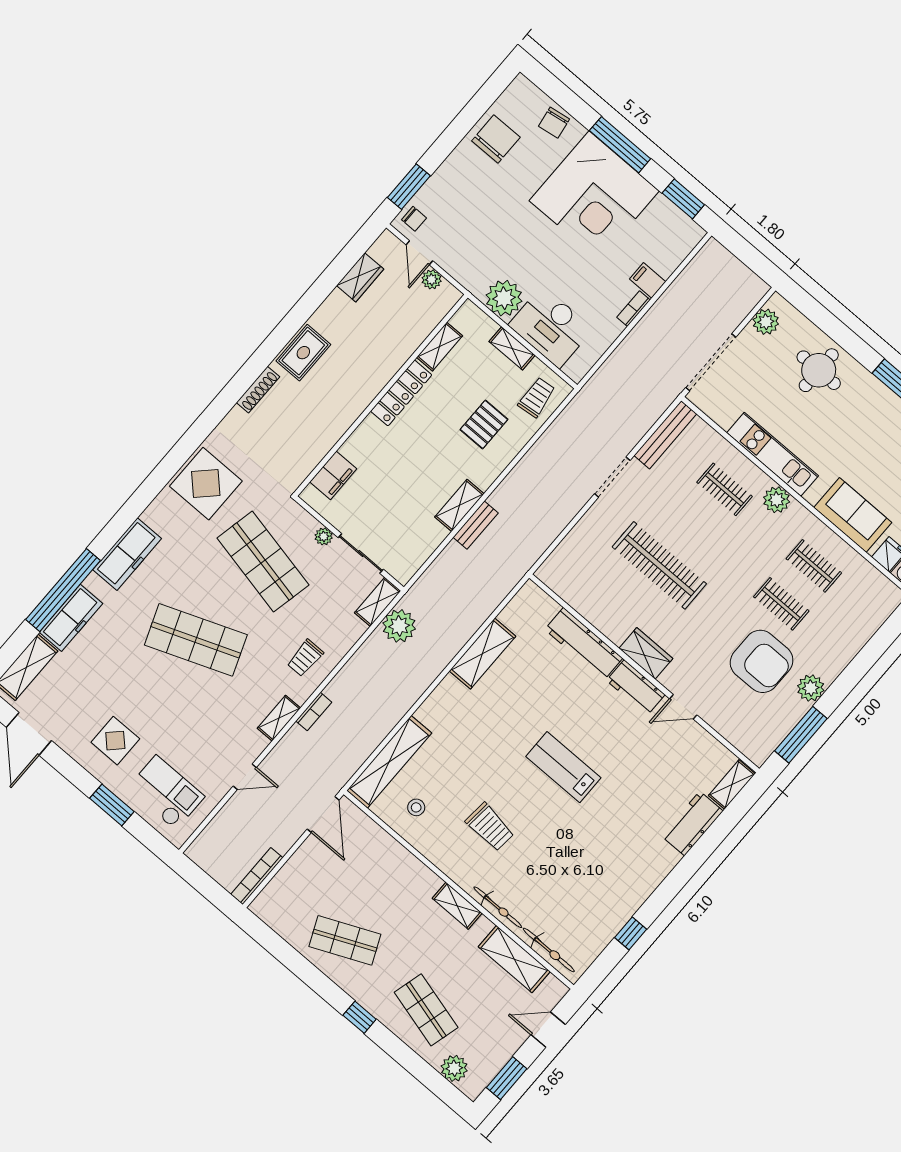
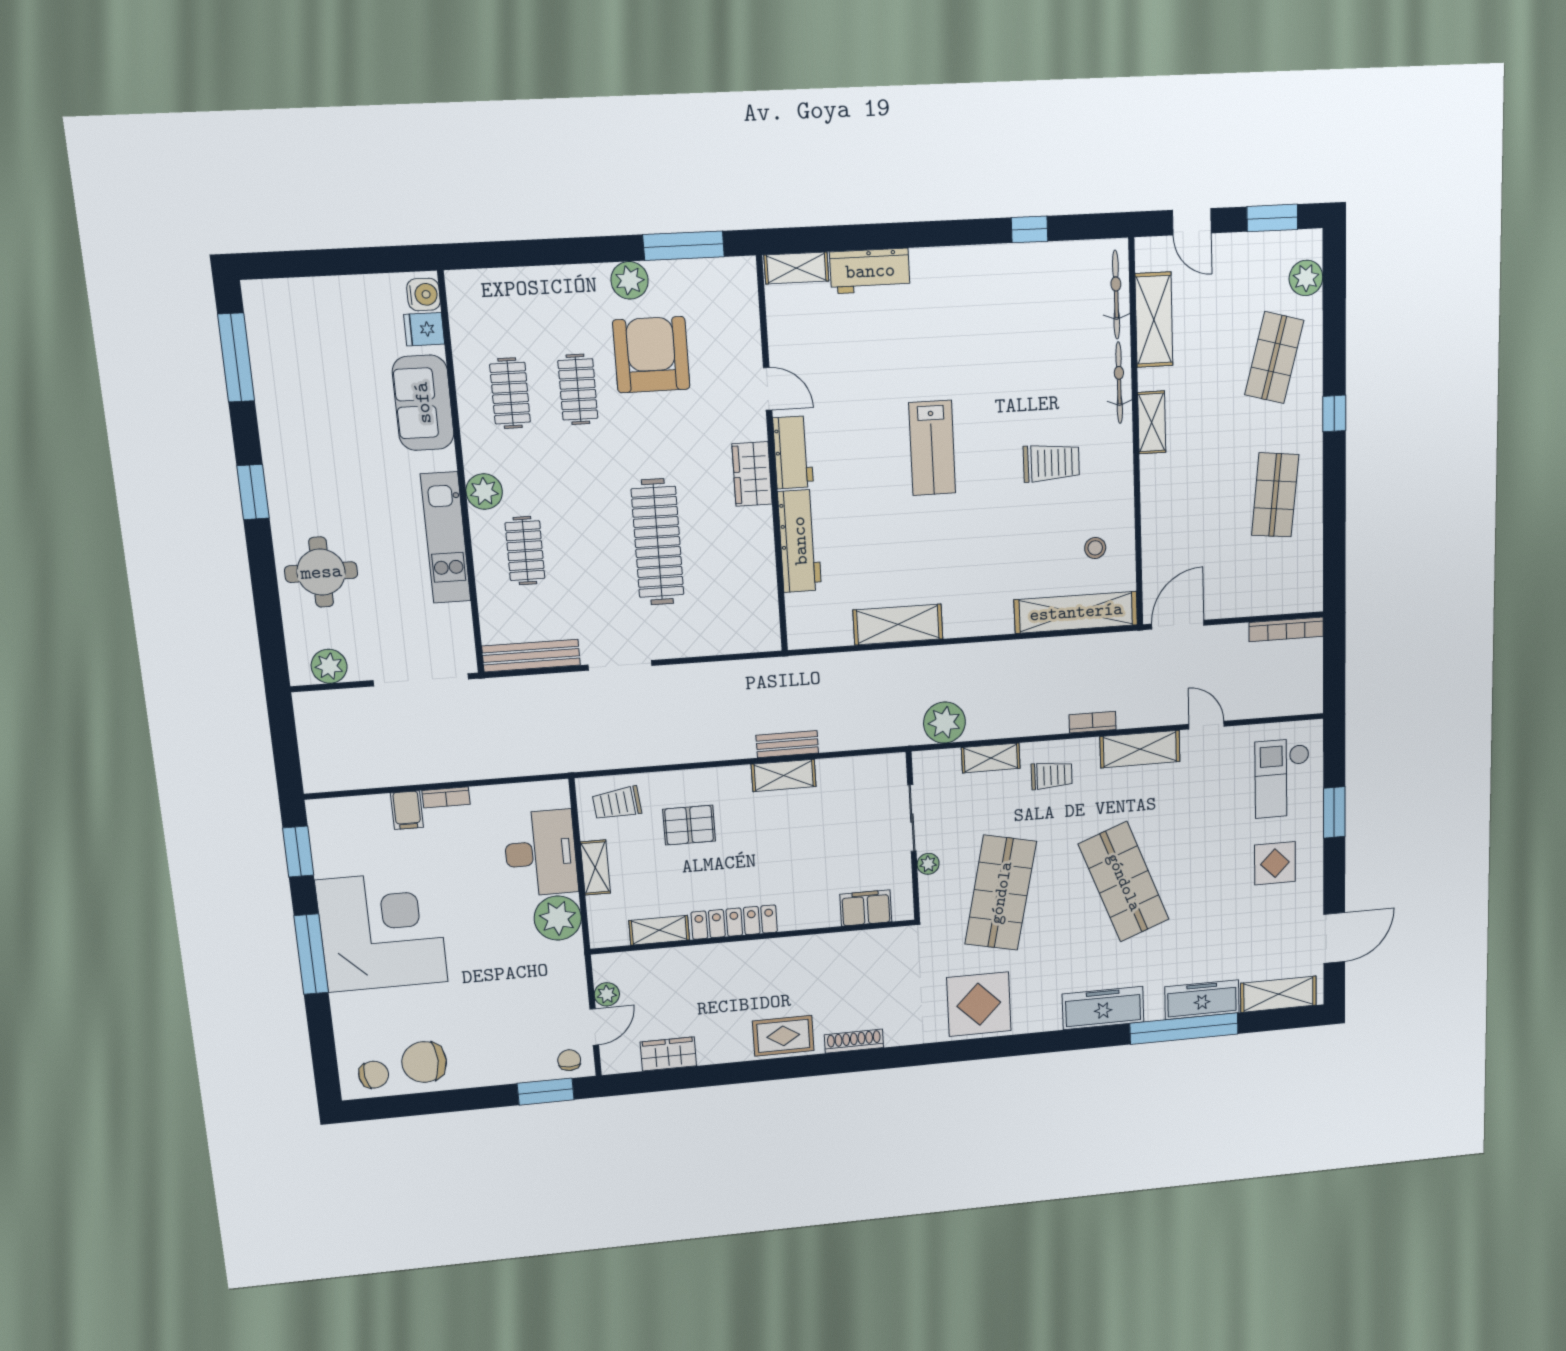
chair: (554, 123) -> (374, 1075), moved
shelving: (378, 602) -> (991, 758), moved
shelving: (279, 718) -> (1140, 749), width x1.50, depth x1.33
trolley: (490, 827) -> (1051, 463), turned 85
shop shelf: (345, 940) -> (1275, 495), turned 30

